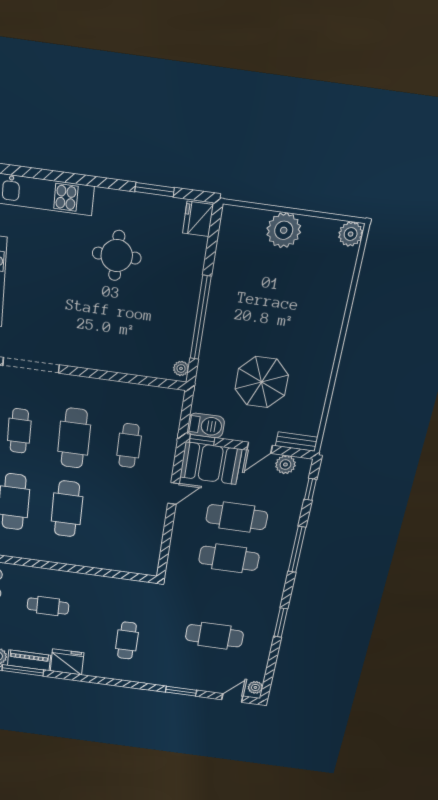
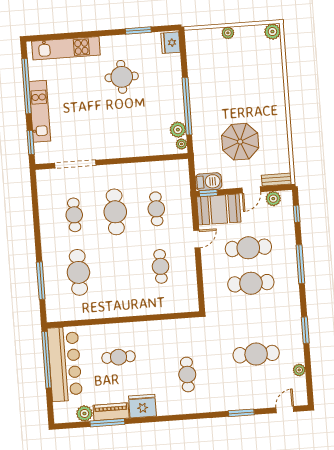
plant: (284, 230) -> (228, 33), width x0.53, depth x0.53
plant: (180, 348) -> (178, 130), added
cafe table: (67, 509) -> (161, 266), moved, width x0.73, depth x0.74
plant: (255, 687) -> (299, 370), moved

